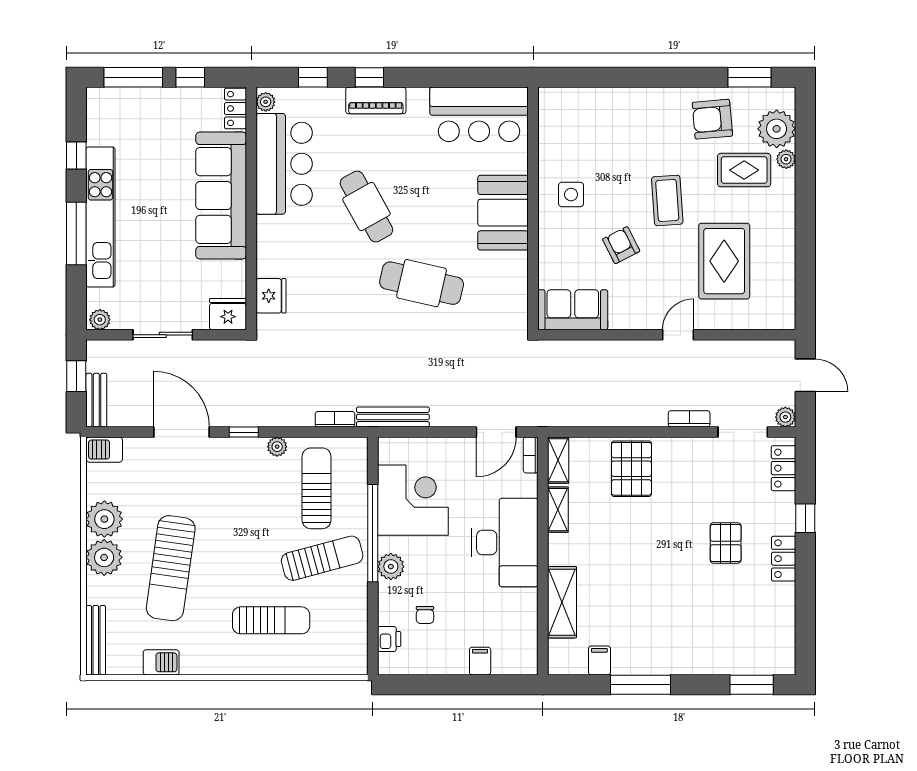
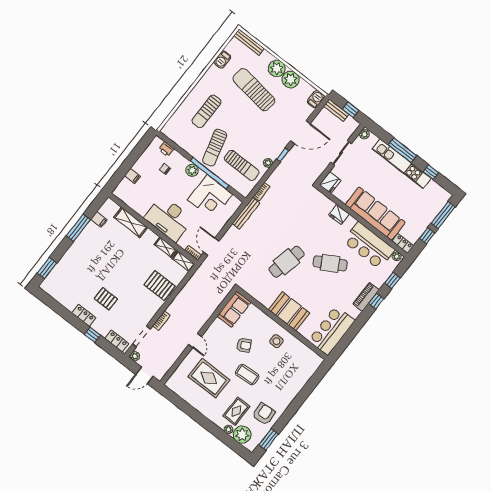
fridge: (271, 296) -> (339, 214), moved

